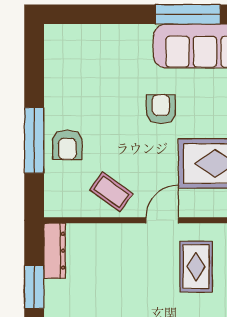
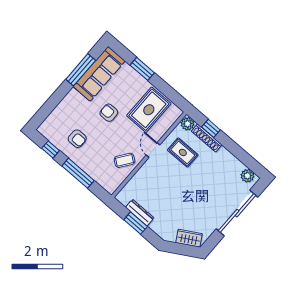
window: (34, 71) -> (51, 149), added
armchair: (67, 145) -> (77, 139), moved
dresser: (55, 251) -> (140, 213), moved

